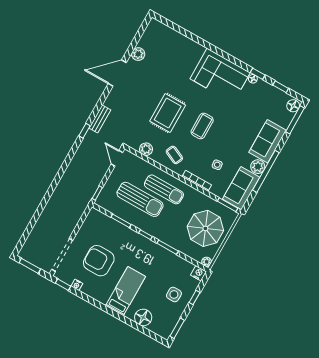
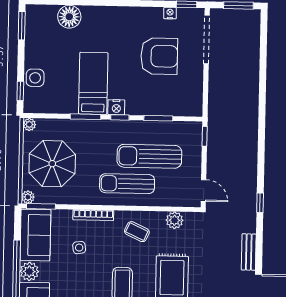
bench: (100, 119) -> (249, 252), moved
plant: (233, 215) -> (28, 197), added
nightstand: (199, 273) -> (116, 107), moved
bed: (126, 291) -> (93, 83), moved, turned 180
side table: (174, 295) -> (35, 78), moved
window: (195, 297) -> (20, 91), moved

